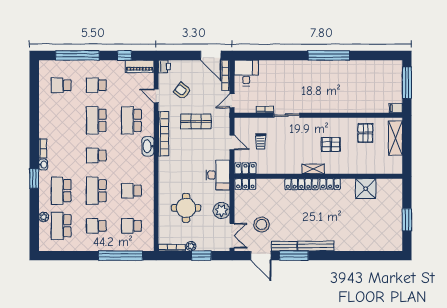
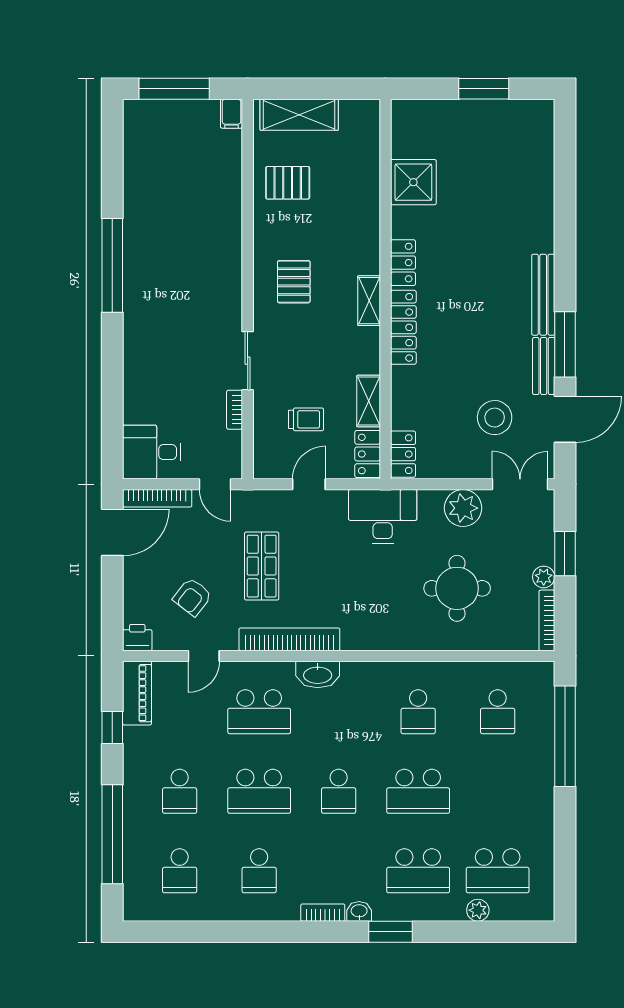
pallet: (331, 144) -> (294, 282), moved
shelving: (269, 169) -> (369, 401), added
school desk: (96, 226) -> (259, 871), moved

